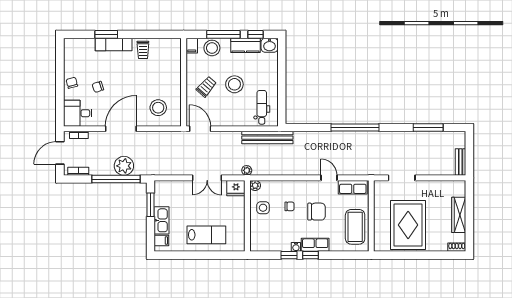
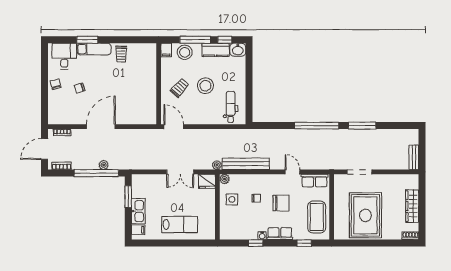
stool: (158, 108) -> (135, 107), removed
desk: (78, 113) -> (64, 56), moved, turned 90
window: (428, 128) -> (362, 126), moved
bench: (267, 138) -> (246, 164), moved
plant: (124, 166) -> (104, 165), width x0.53, depth x0.53
window: (311, 255) -> (304, 243), moved

